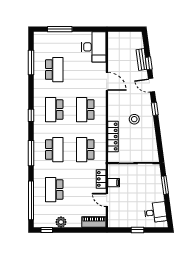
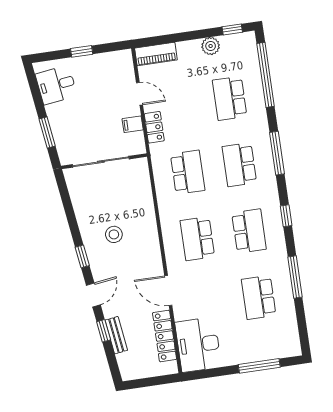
window: (31, 62) -> (295, 277), moved
door: (152, 85) -> (93, 295), hinge flipped
school desk: (85, 110) -> (197, 239), turned 180
locker: (113, 137) -> (165, 336), moved
school desk: (54, 190) -> (230, 98), turned 180

